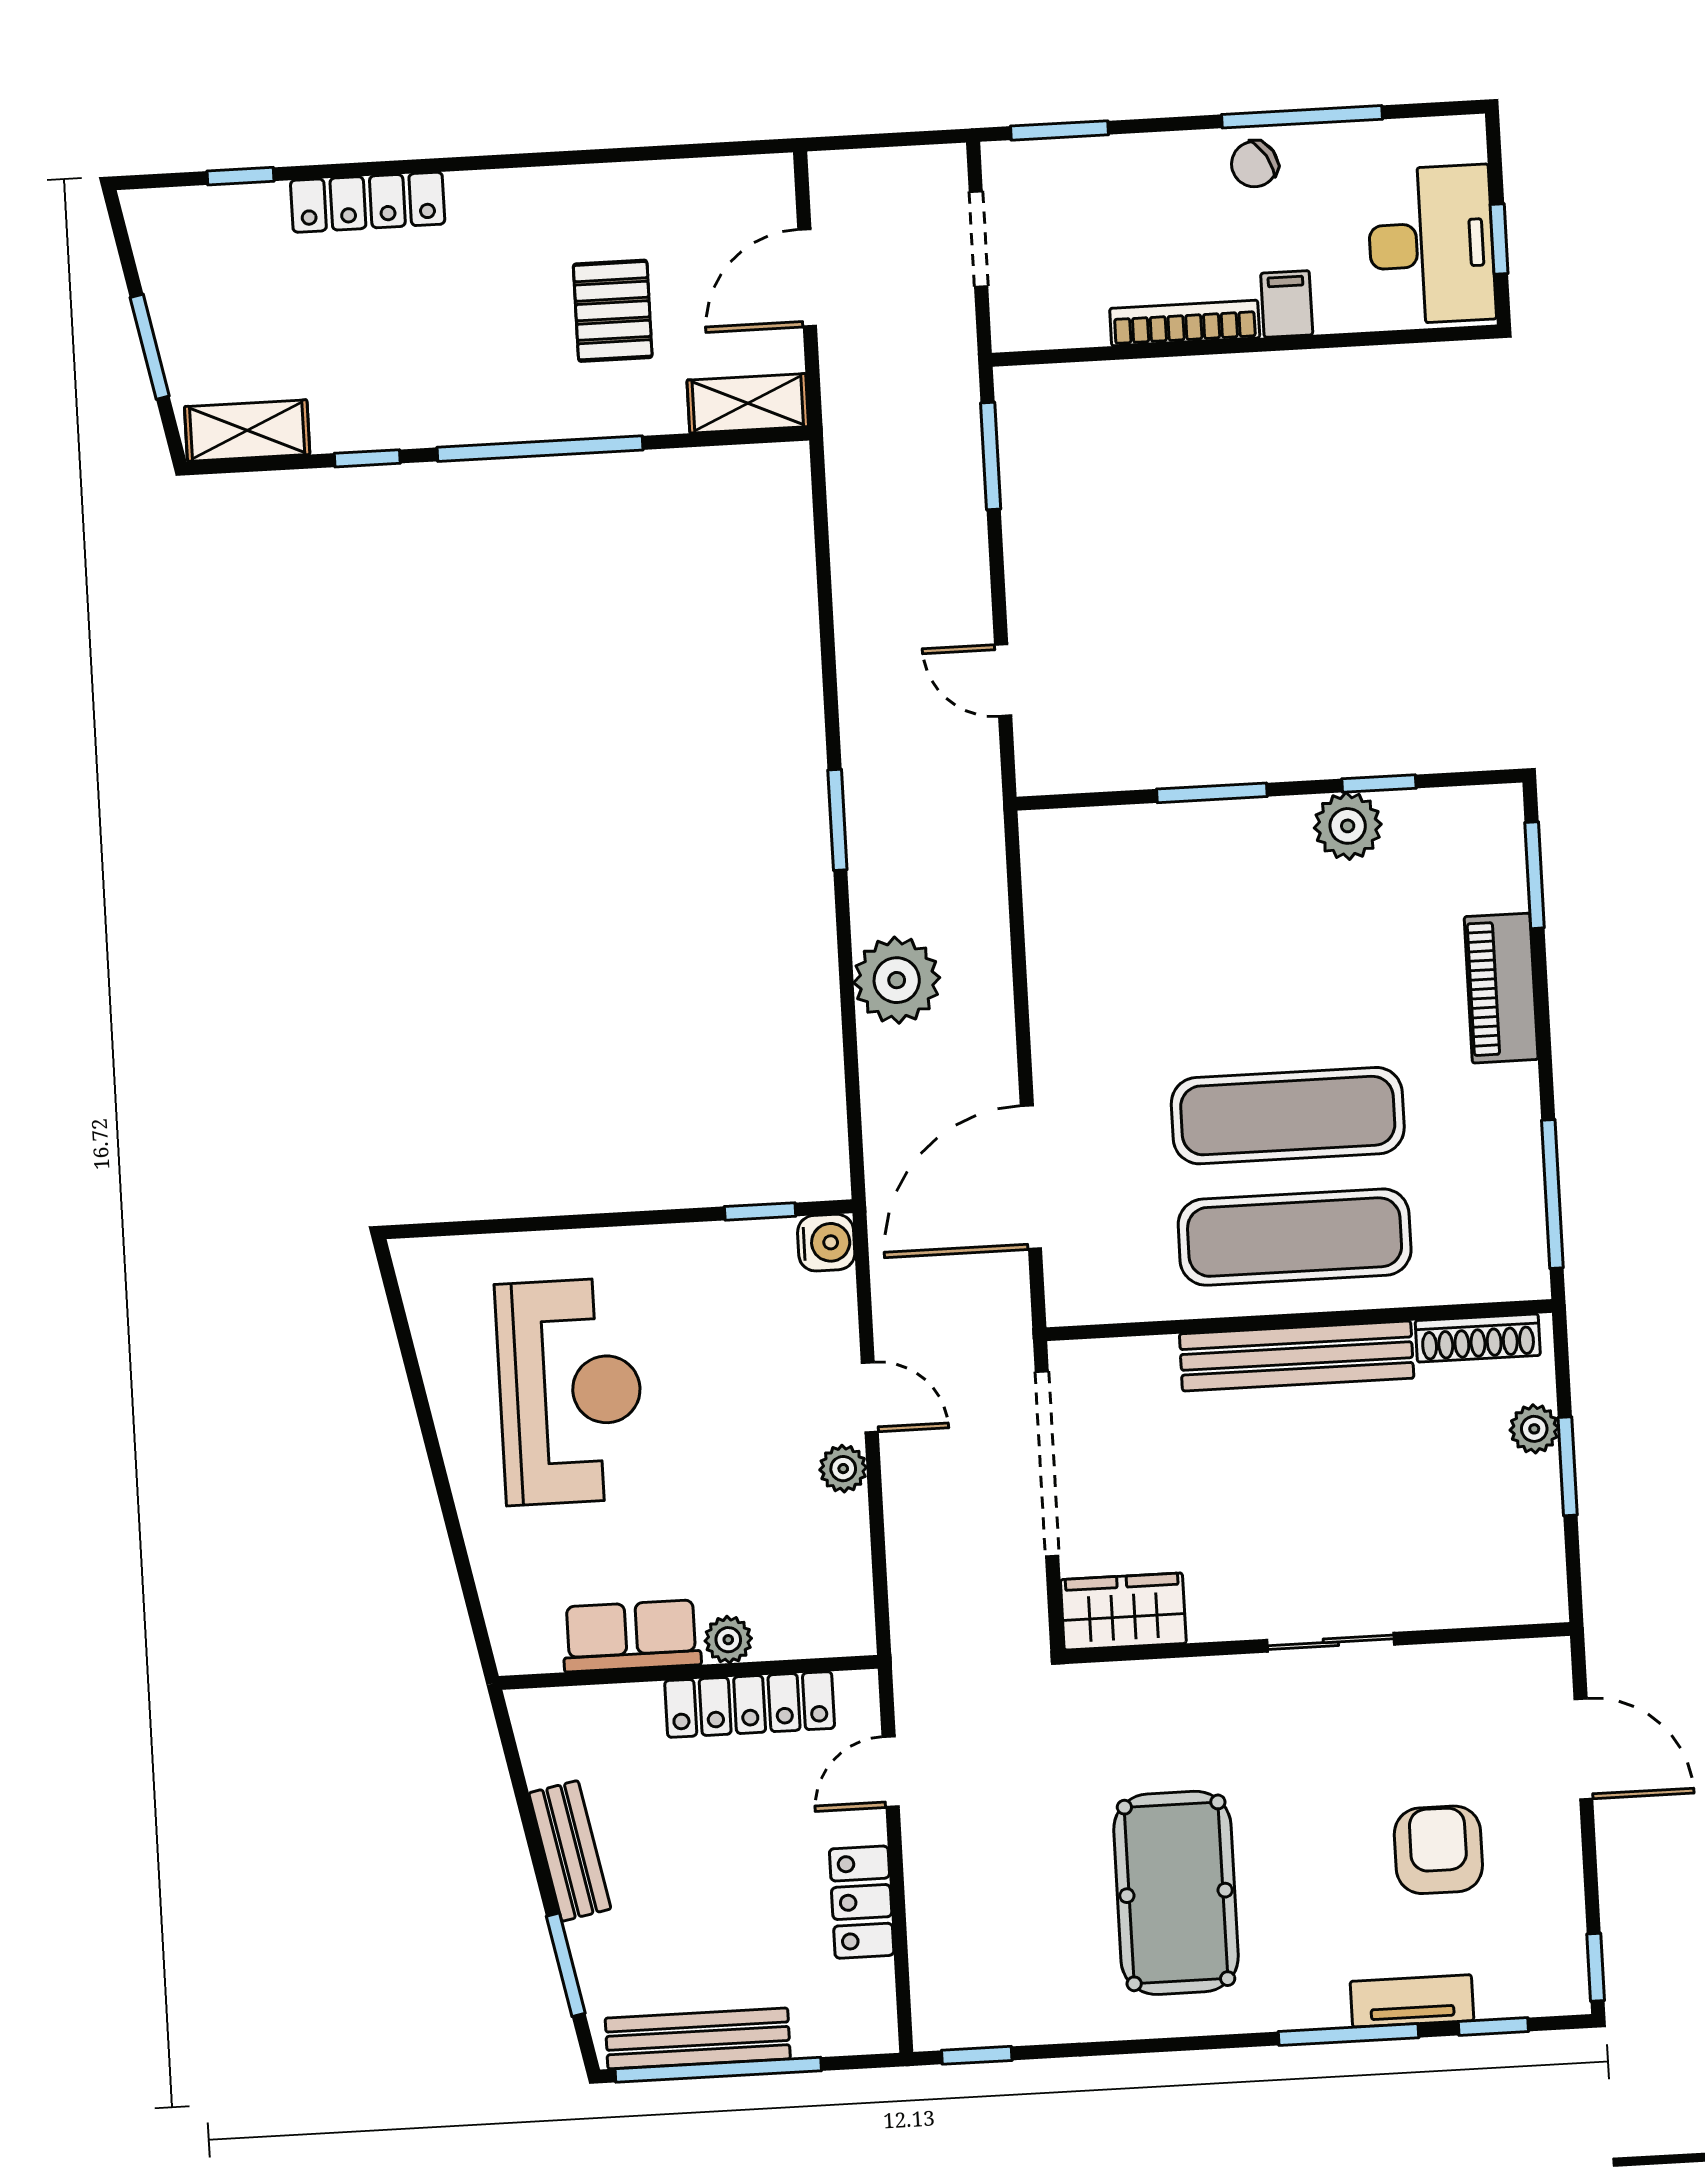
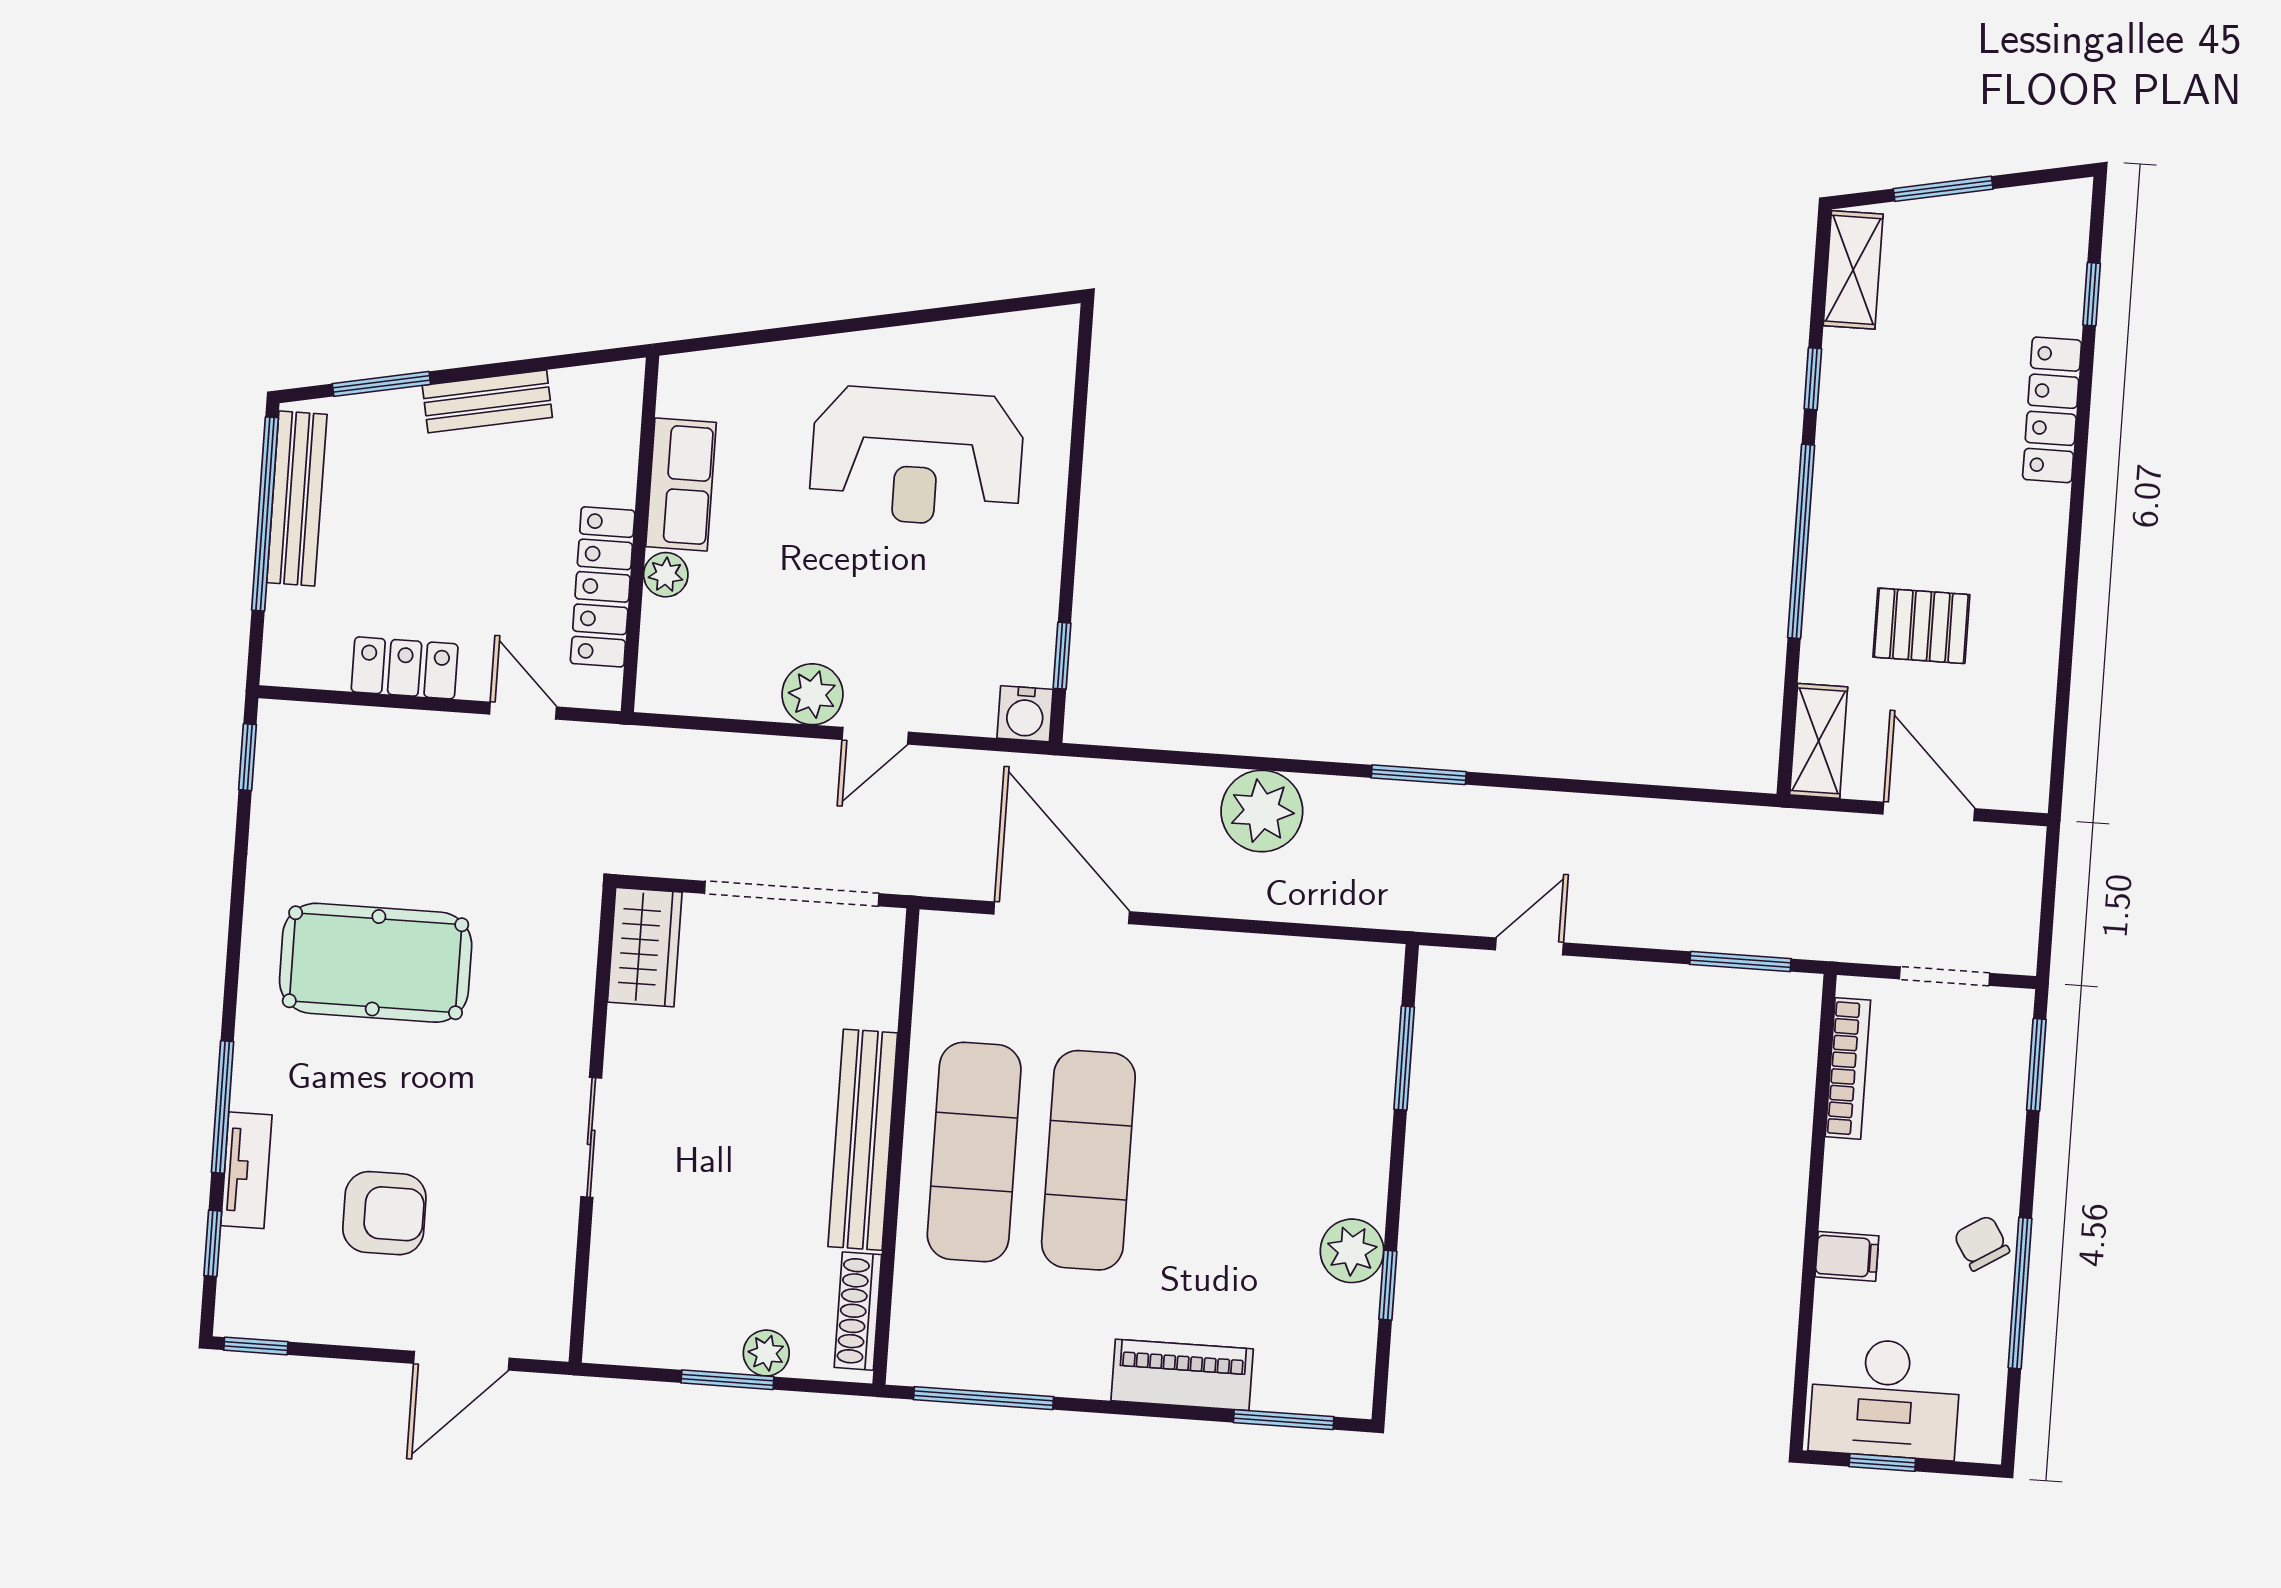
bookcase: (1185, 323) -> (1848, 1068), moved
window: (1212, 793) -> (1404, 1058), moved
plant: (843, 1469) -> (812, 694), width x1.38, depth x1.38

